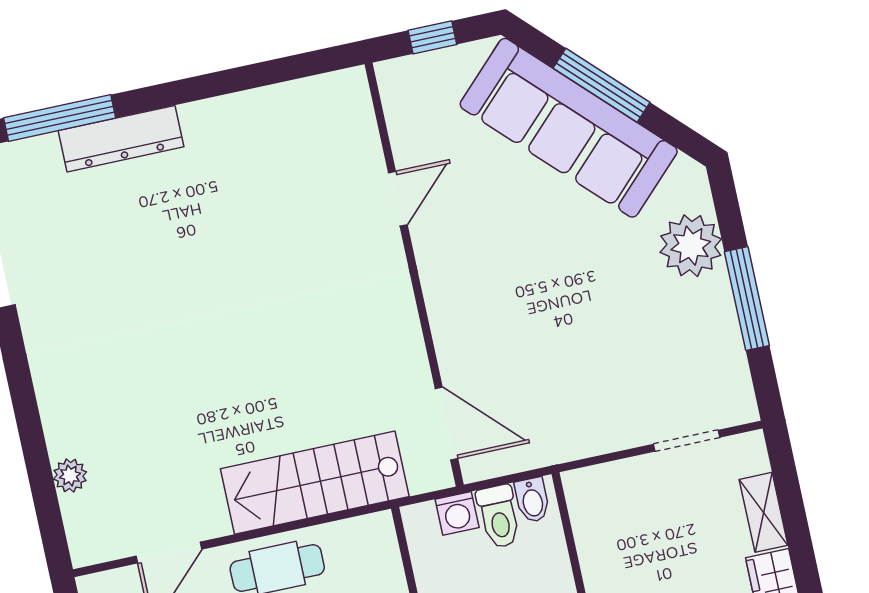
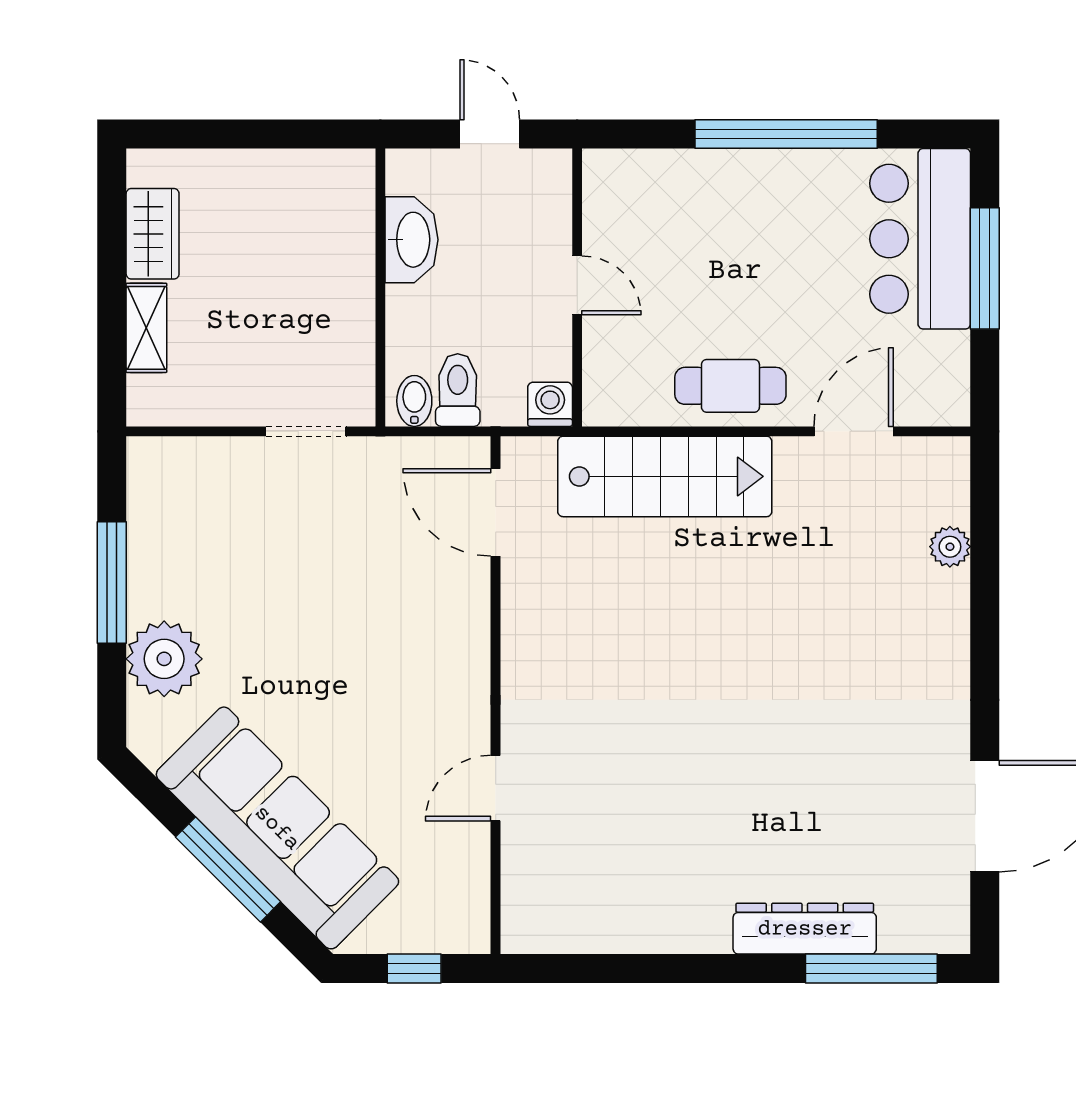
doorway: (687, 441) -> (306, 431), moved
washing machine: (457, 513) -> (550, 404), moved

